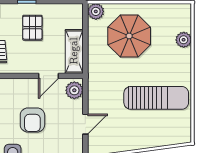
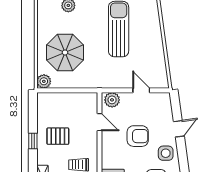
shelving: (74, 51) -> (78, 100), removed

